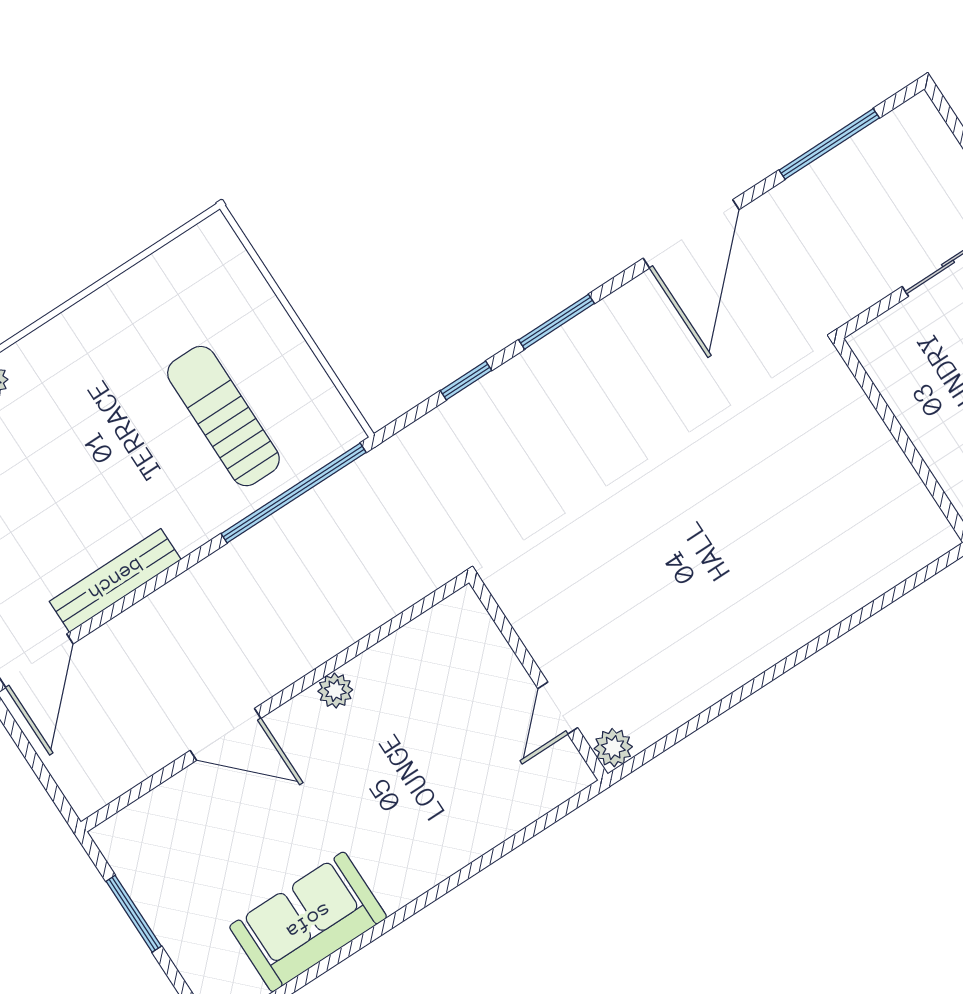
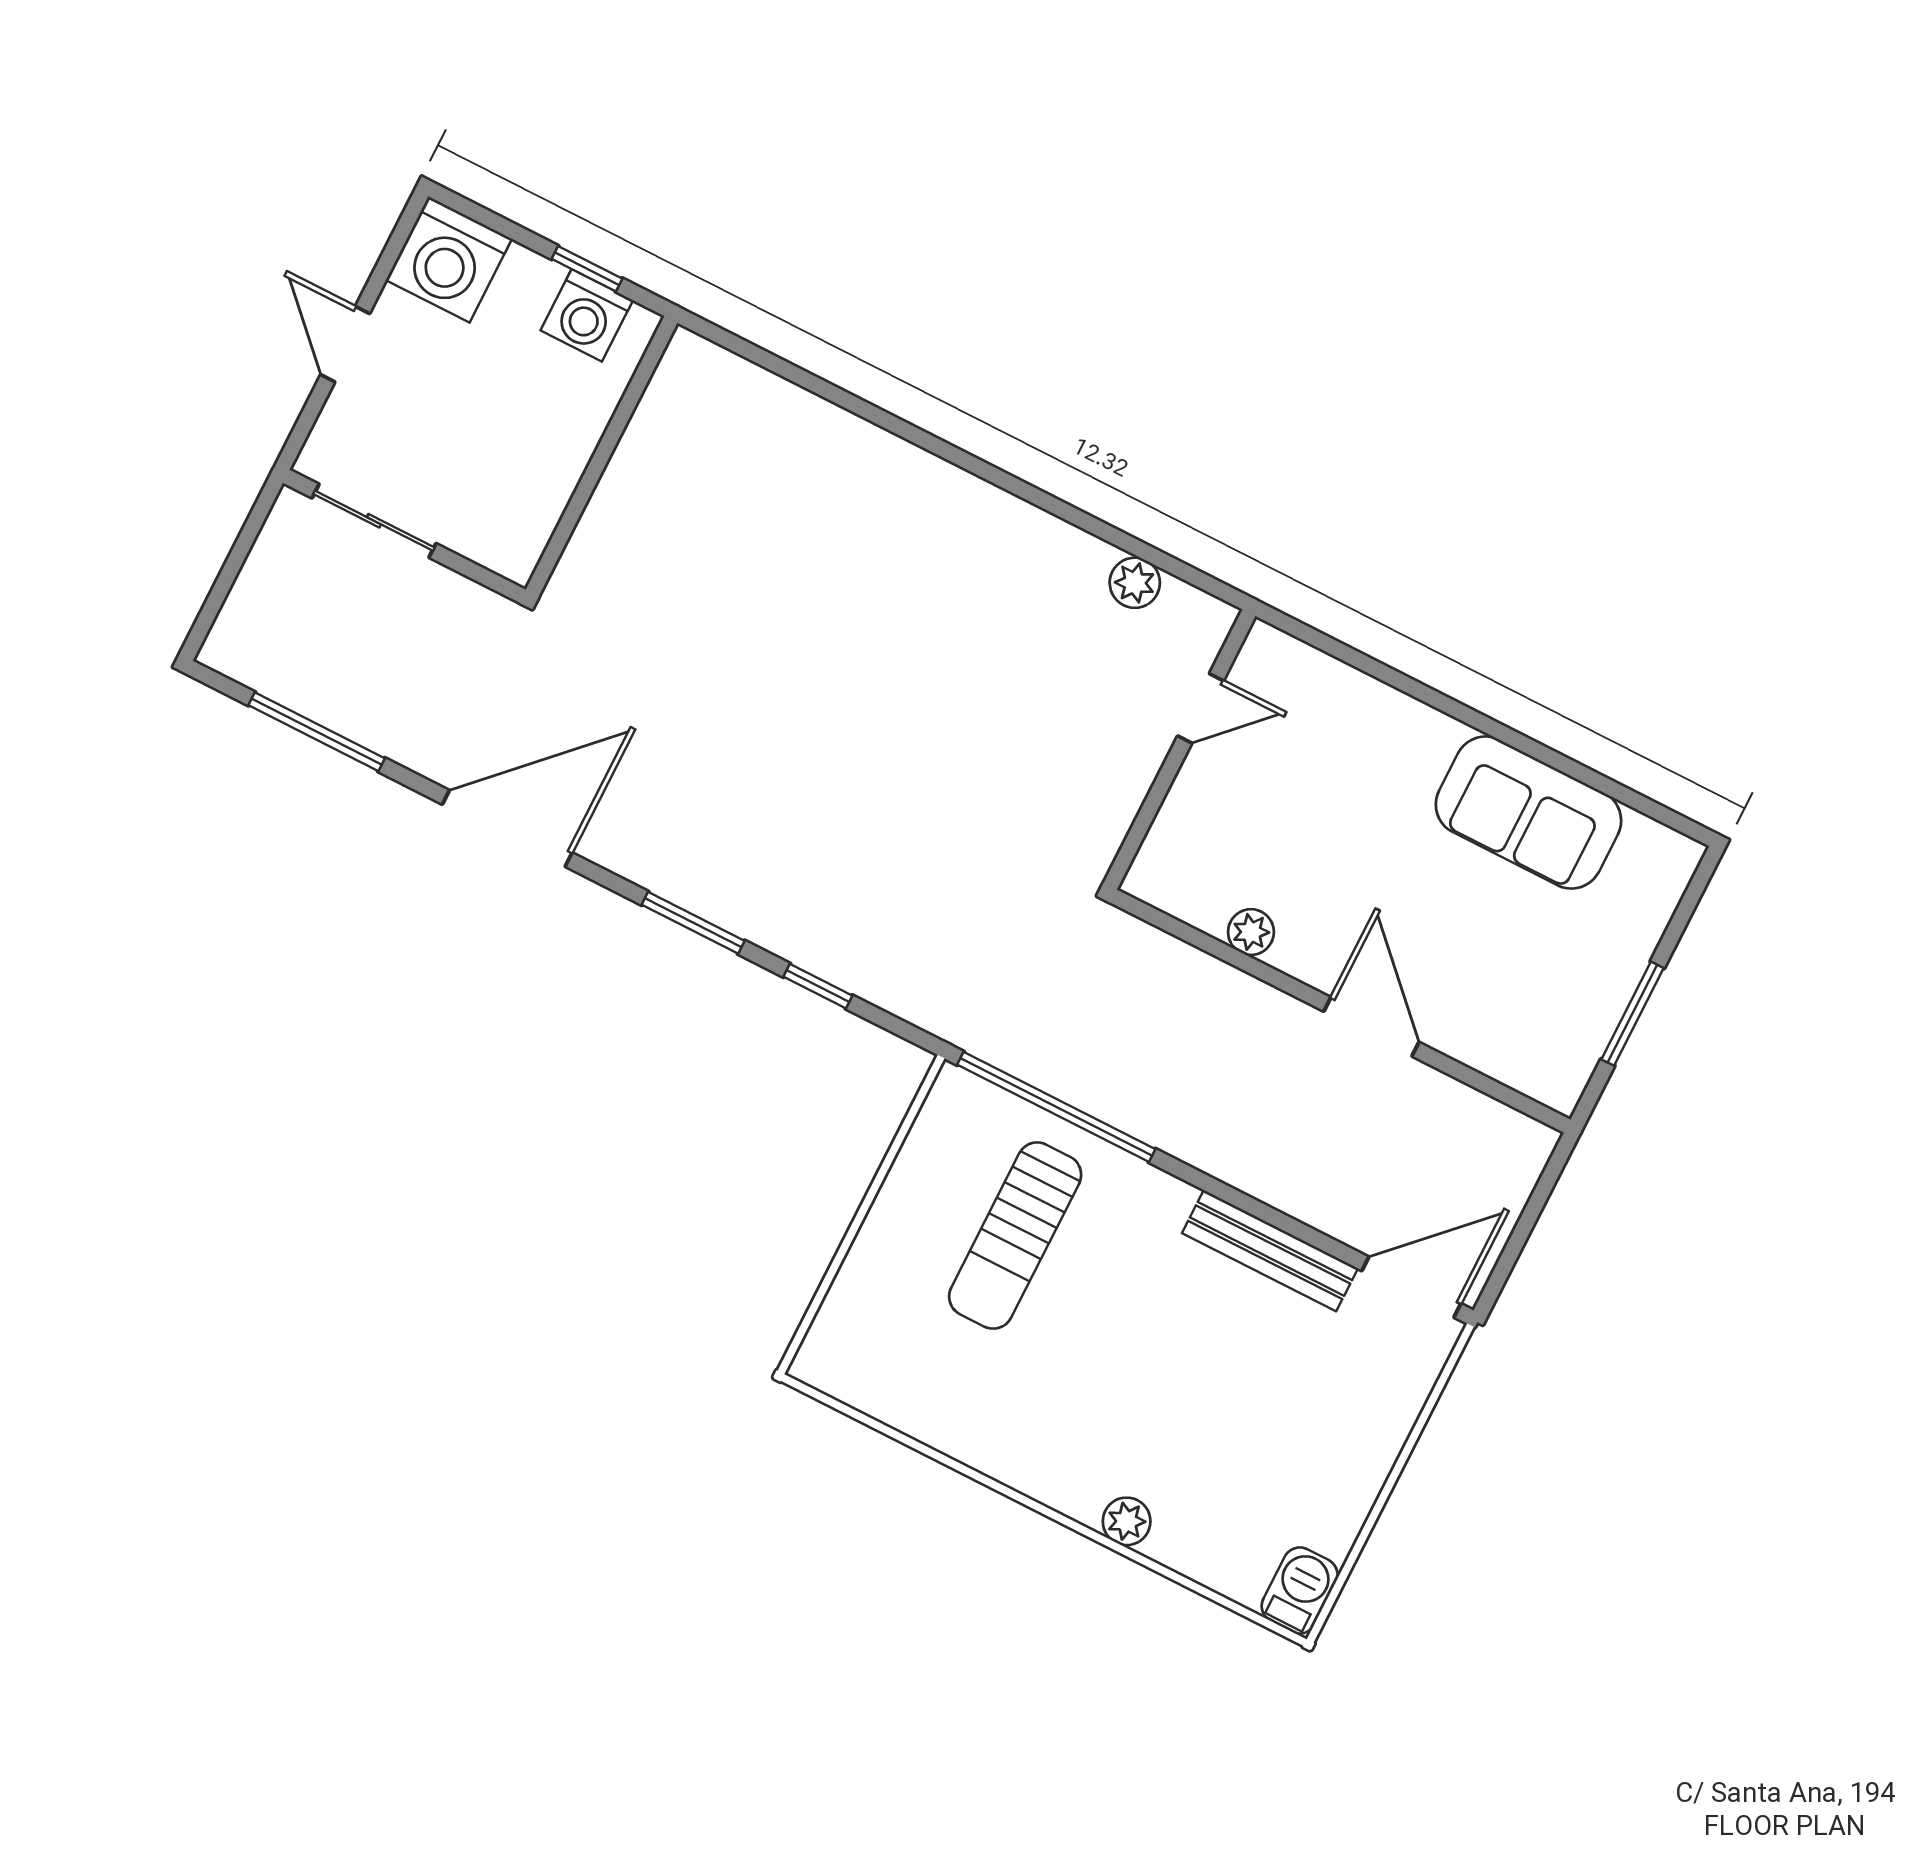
wall: (538, 678) -> (1180, 749), moved
door: (558, 708) -> (1201, 708), moved

